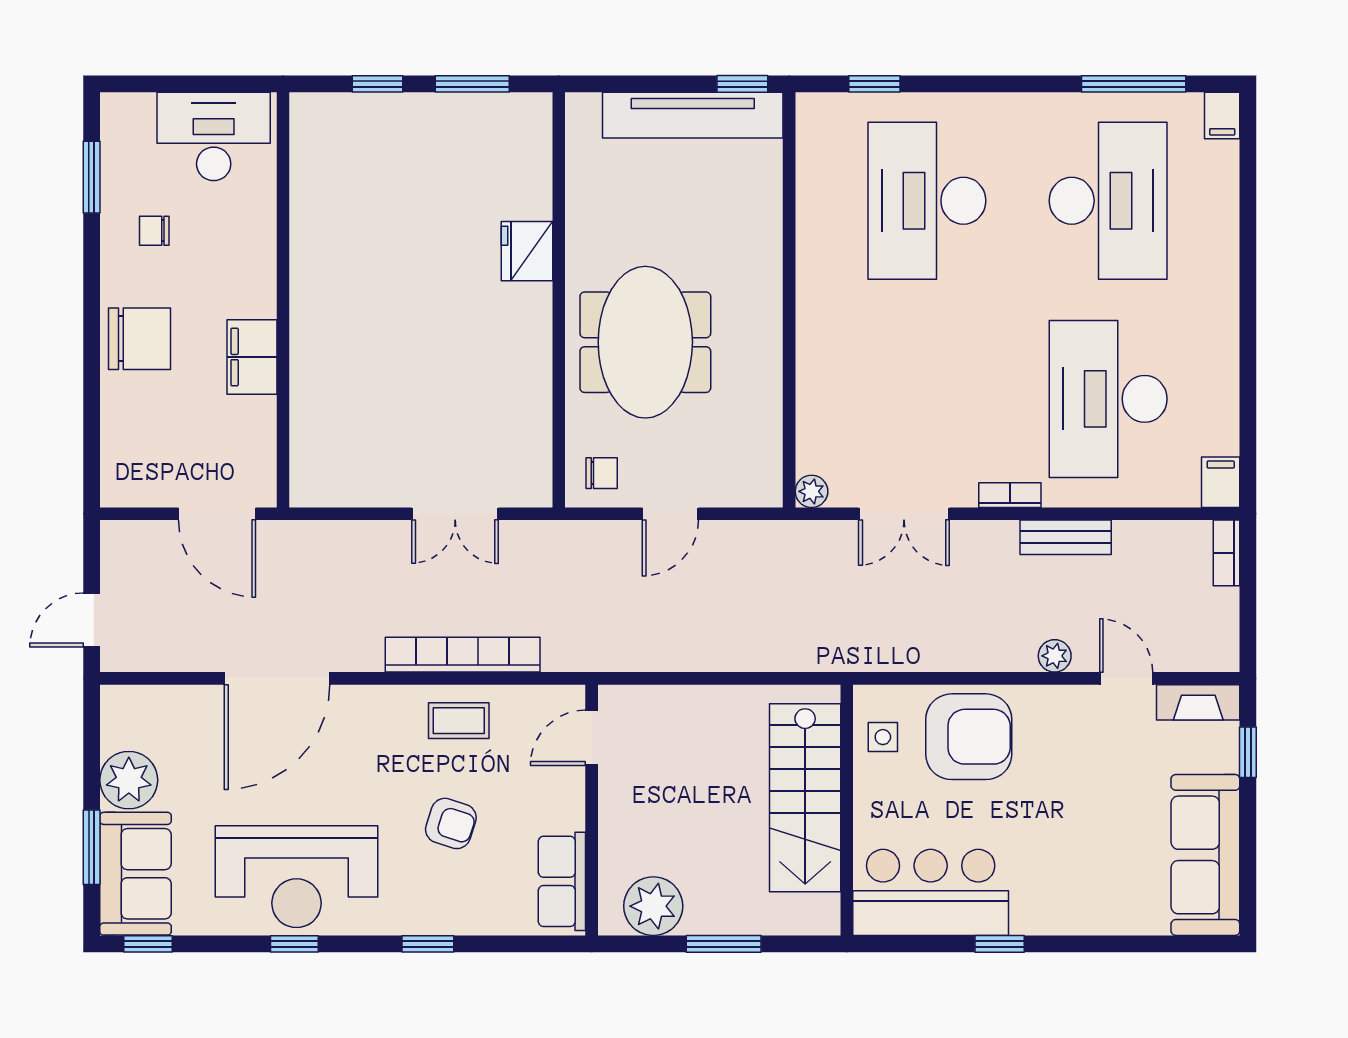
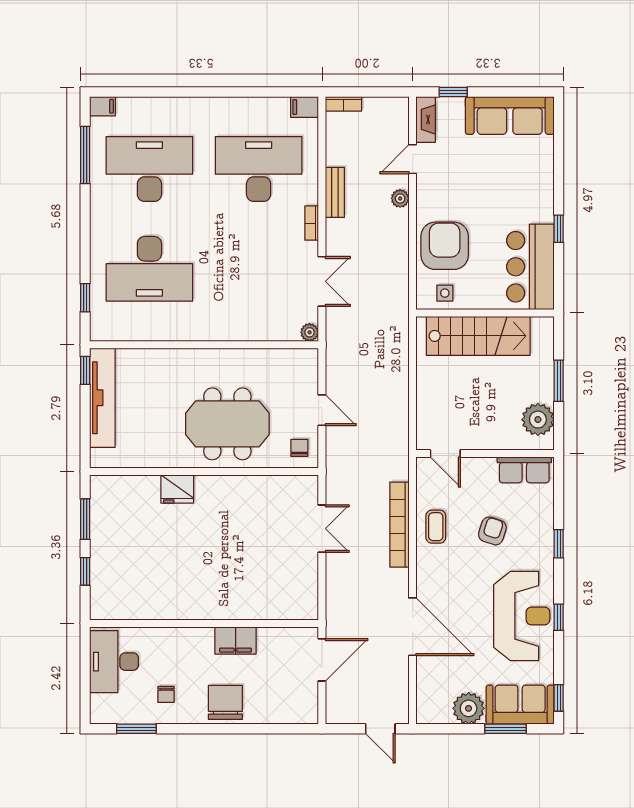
desk: (1108, 399) -> (259, 169), turned 180

